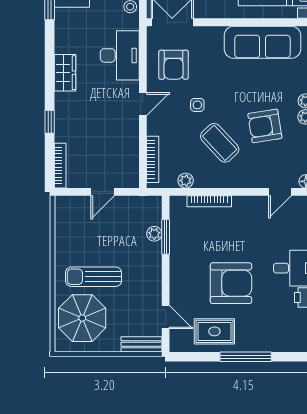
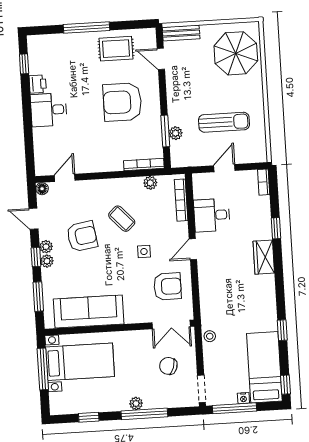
desk: (120, 55) -> (212, 215), moved, width x0.73
armchair: (174, 65) -> (167, 286), turned 90
wardrobe: (65, 73) -> (264, 257), moved
coffee table: (220, 143) -> (122, 219), width x0.73, depth x0.77
bookcase: (60, 166) -> (264, 182), width x0.64
bookcase: (209, 201) -> (144, 164), moved
sun lounger: (94, 277) -> (224, 122), moved
armchair: (231, 283) -> (122, 102), moved

